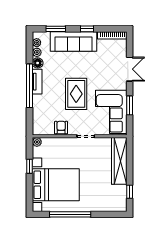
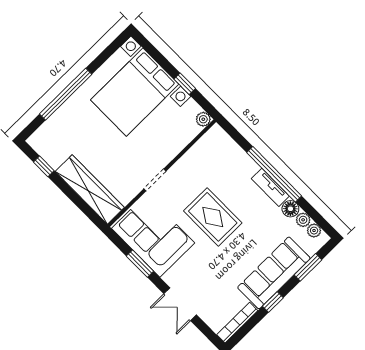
armchair: (61, 128) -> (192, 162), removed
window: (70, 214) -> (66, 94), moved

